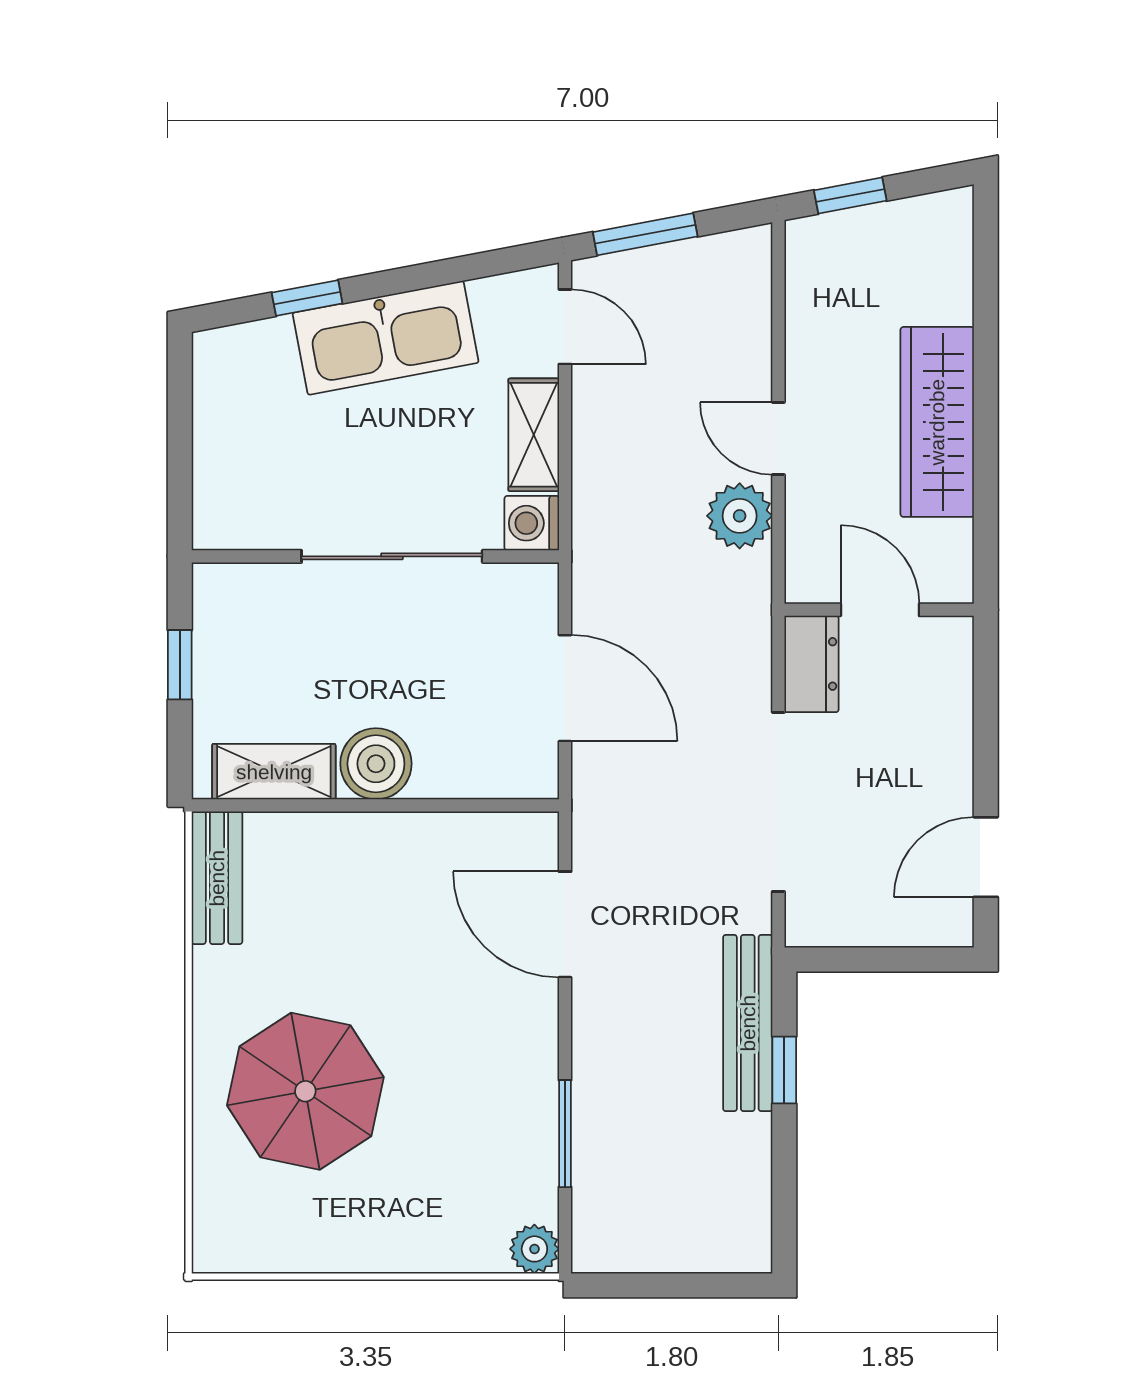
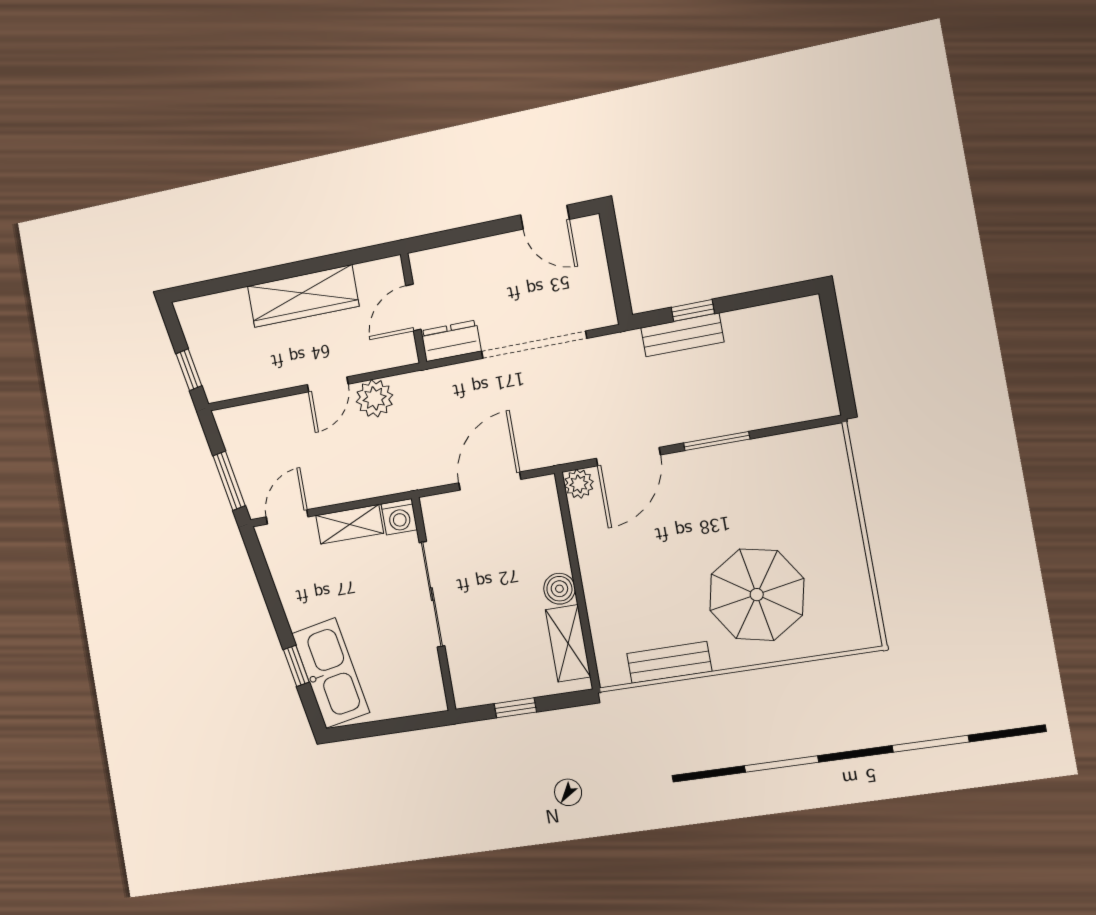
kitchen sink: (386, 338) -> (331, 673), moved
boiler: (376, 764) -> (559, 589), width x0.73, depth x0.73
bench: (217, 878) -> (669, 662), moved
bench: (748, 1023) -> (682, 335), width x0.73
window: (565, 1134) -> (717, 441), moved
plant: (534, 1249) -> (579, 484), moved

